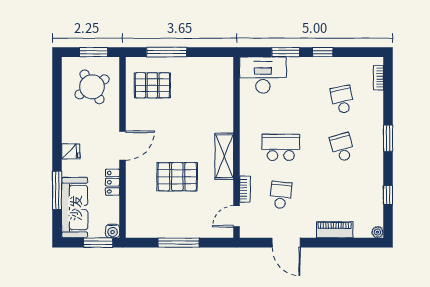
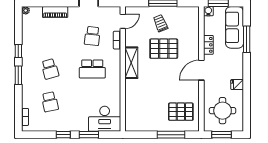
round table: (92, 87) -> (223, 111), turned 31
fridge: (71, 151) -> (237, 85), moved
window: (388, 195) -> (18, 51), moved
trolley: (182, 214) -> (161, 23), added

